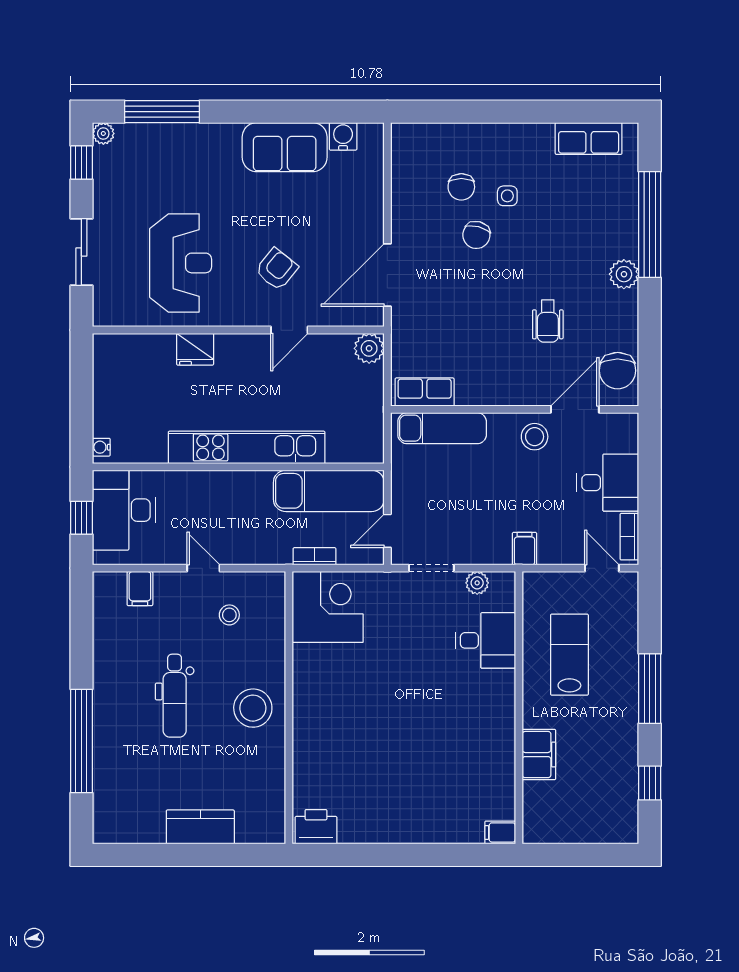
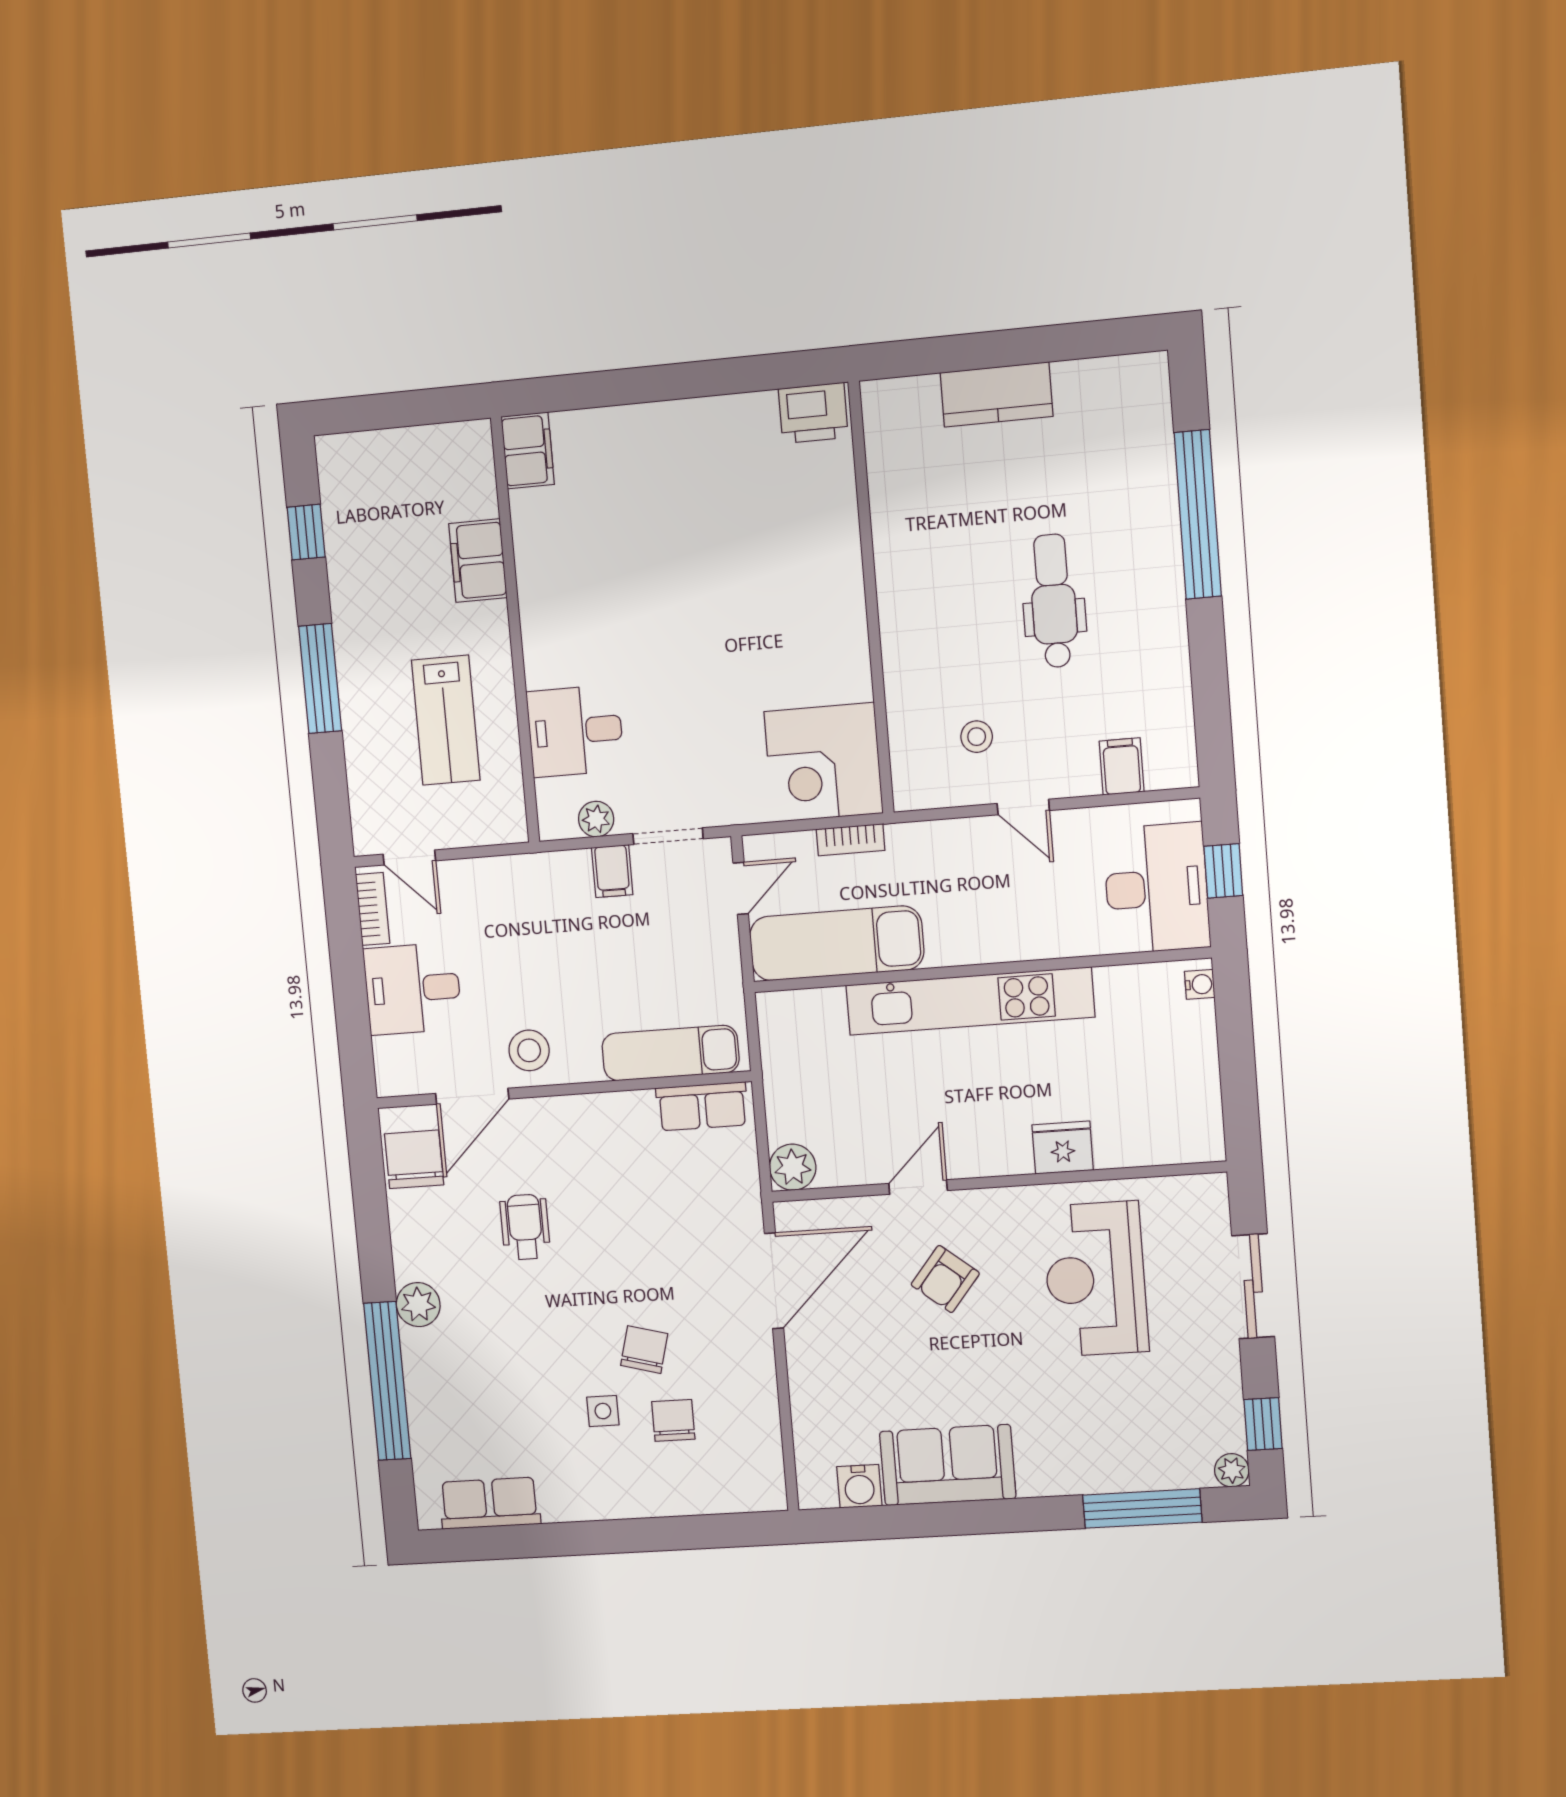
filing cabinet: (524, 549) -> (612, 871), moved
stool: (253, 708) -> (928, 592), removed
filing cabinet: (500, 832) -> (528, 451), width x2.00

